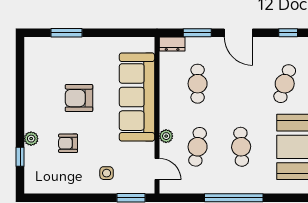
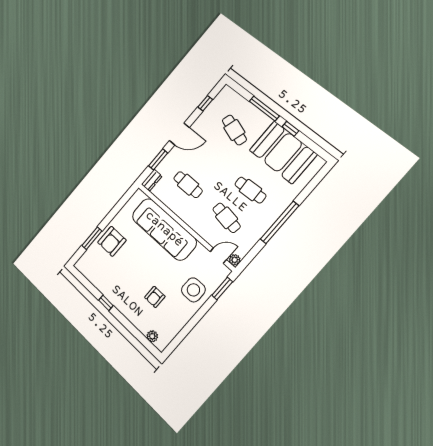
armchair: (79, 98) -> (112, 241), moved
plant: (166, 136) -> (235, 260), moved
plant: (31, 139) -> (152, 336), moved
window: (20, 157) -> (106, 303), moved
side table: (107, 173) -> (193, 290), width x1.87, depth x1.87

